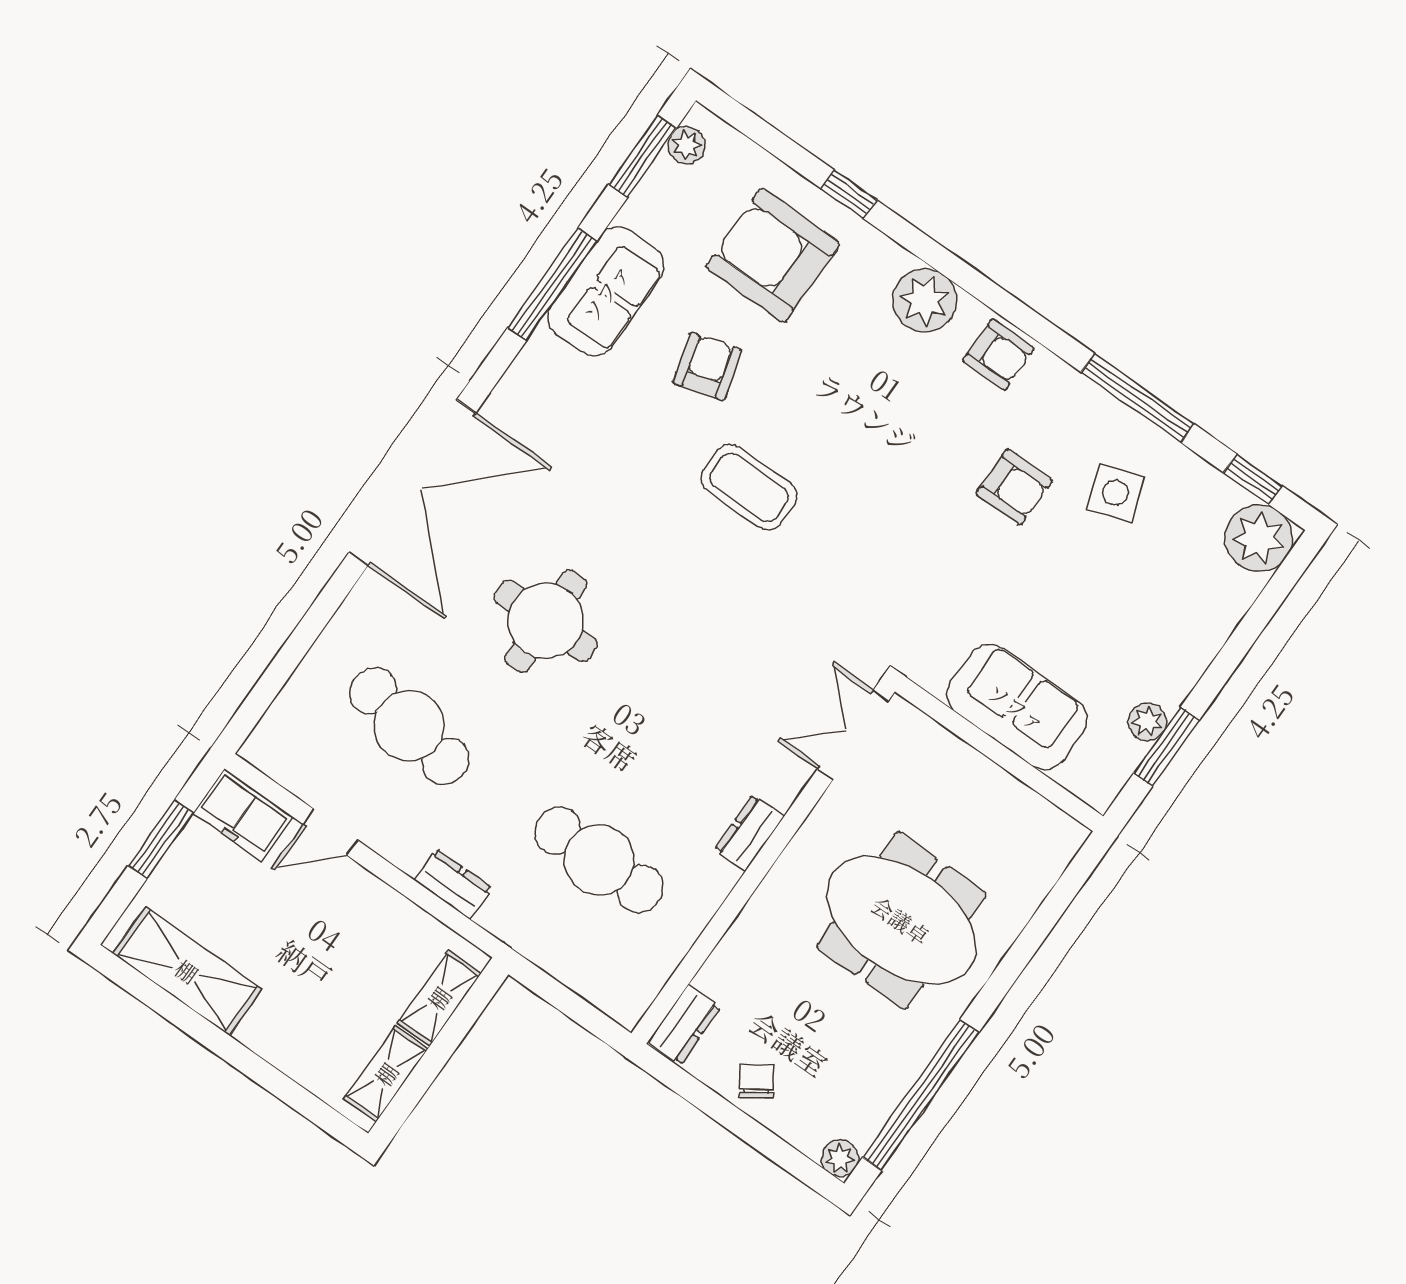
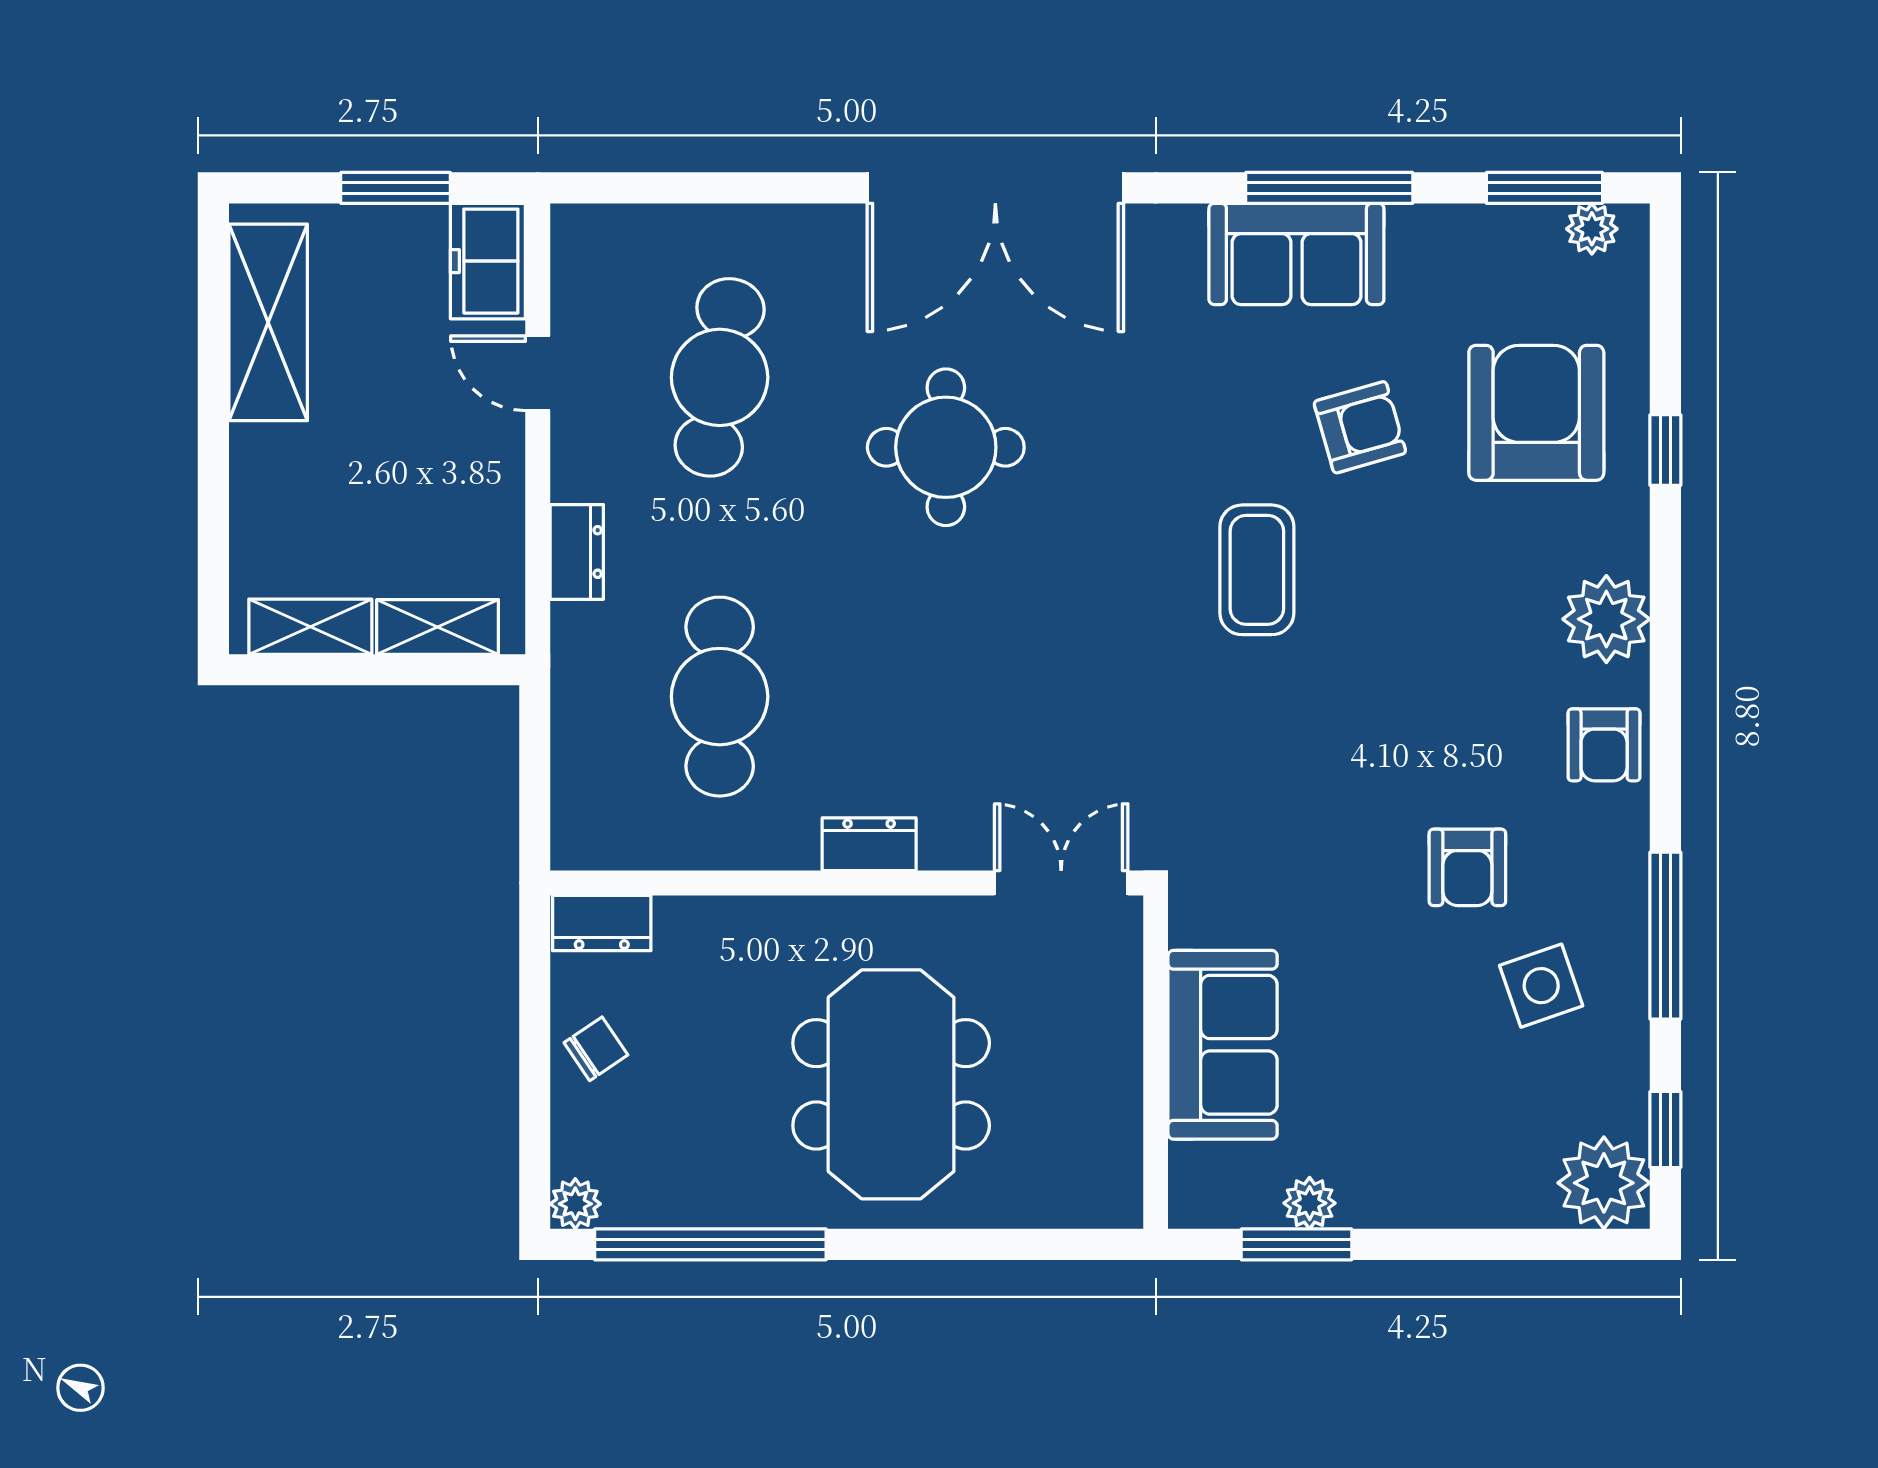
sofa: (606, 292) -> (1296, 254), moved

